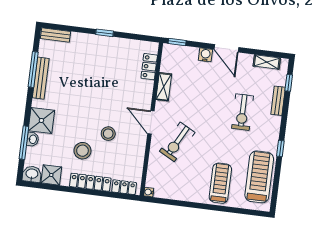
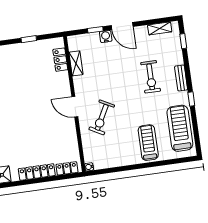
window: (105, 33) -> (29, 39), moved
window: (177, 42) -> (95, 30), moved
shelving: (164, 87) -> (76, 63), moved
bench: (278, 101) -> (181, 78), moved
stool: (108, 134) -> (41, 126), removed
stool: (82, 151) -> (23, 147), removed

